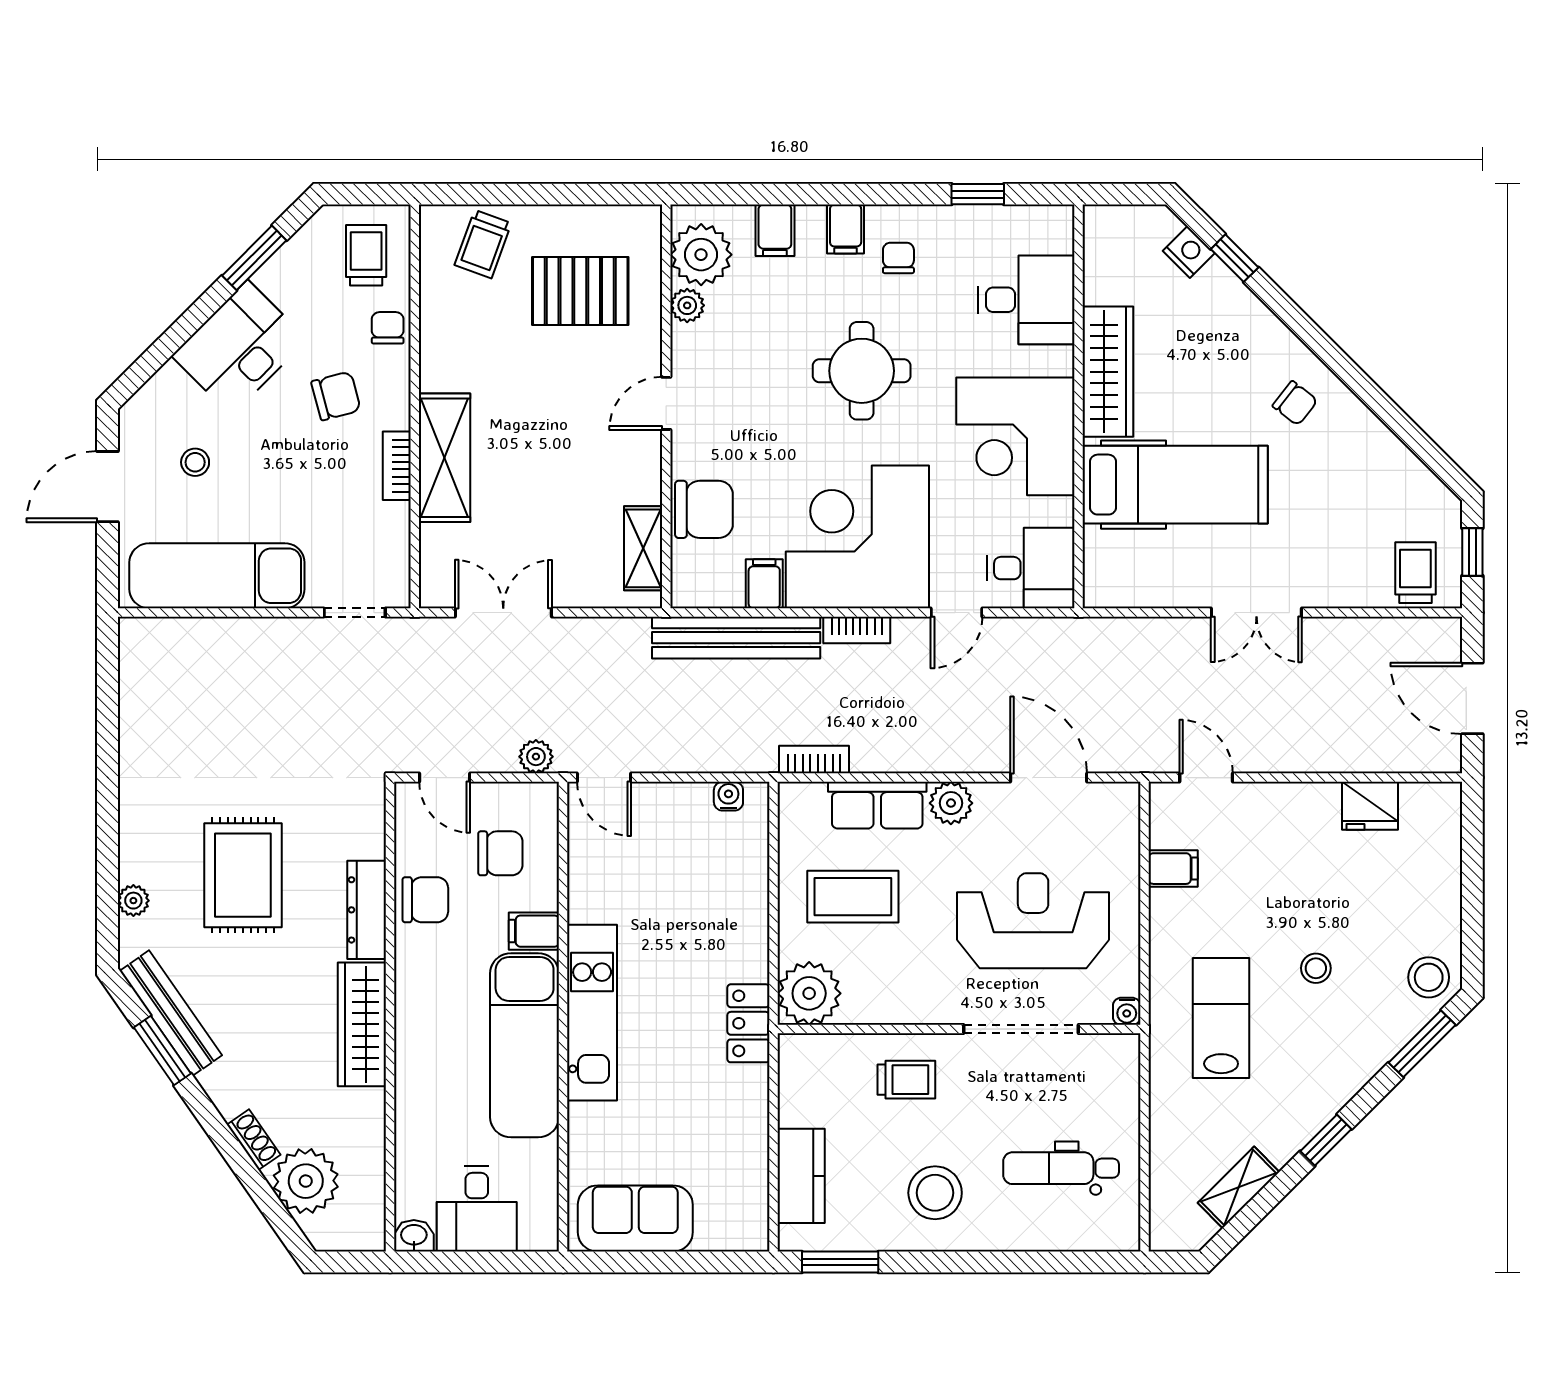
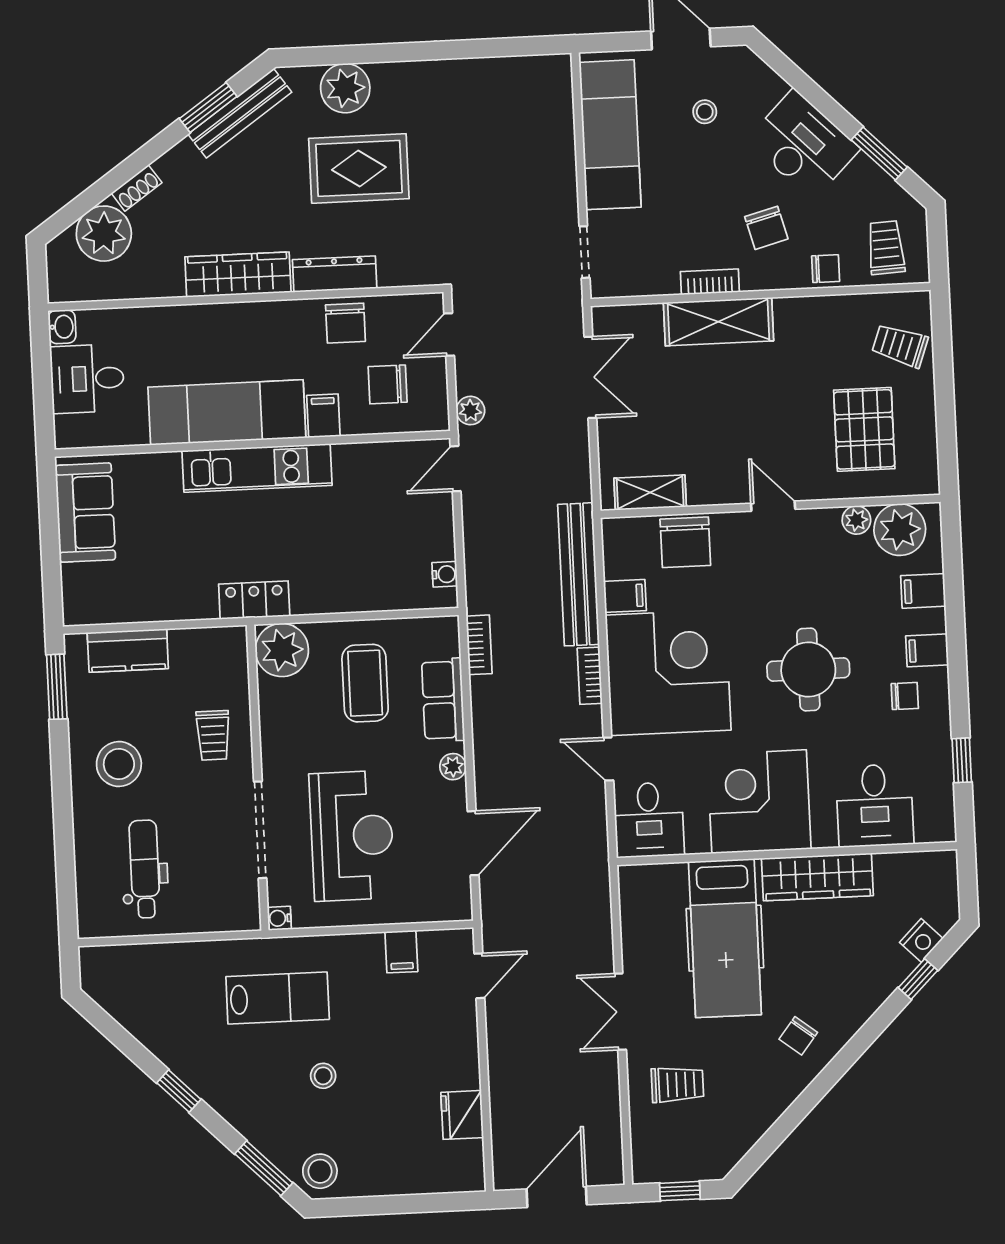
trolley: (366, 255) -> (886, 248), turned -93
trolley: (1415, 573) -> (677, 1085), moved
plant: (951, 803) -> (453, 767), width x0.73, depth x0.73
chair: (500, 853) -> (388, 384), turned 90
plant: (133, 901) -> (345, 88), width x1.88, depth x1.88
shelving: (1239, 1187) -> (135, 1019), removed

